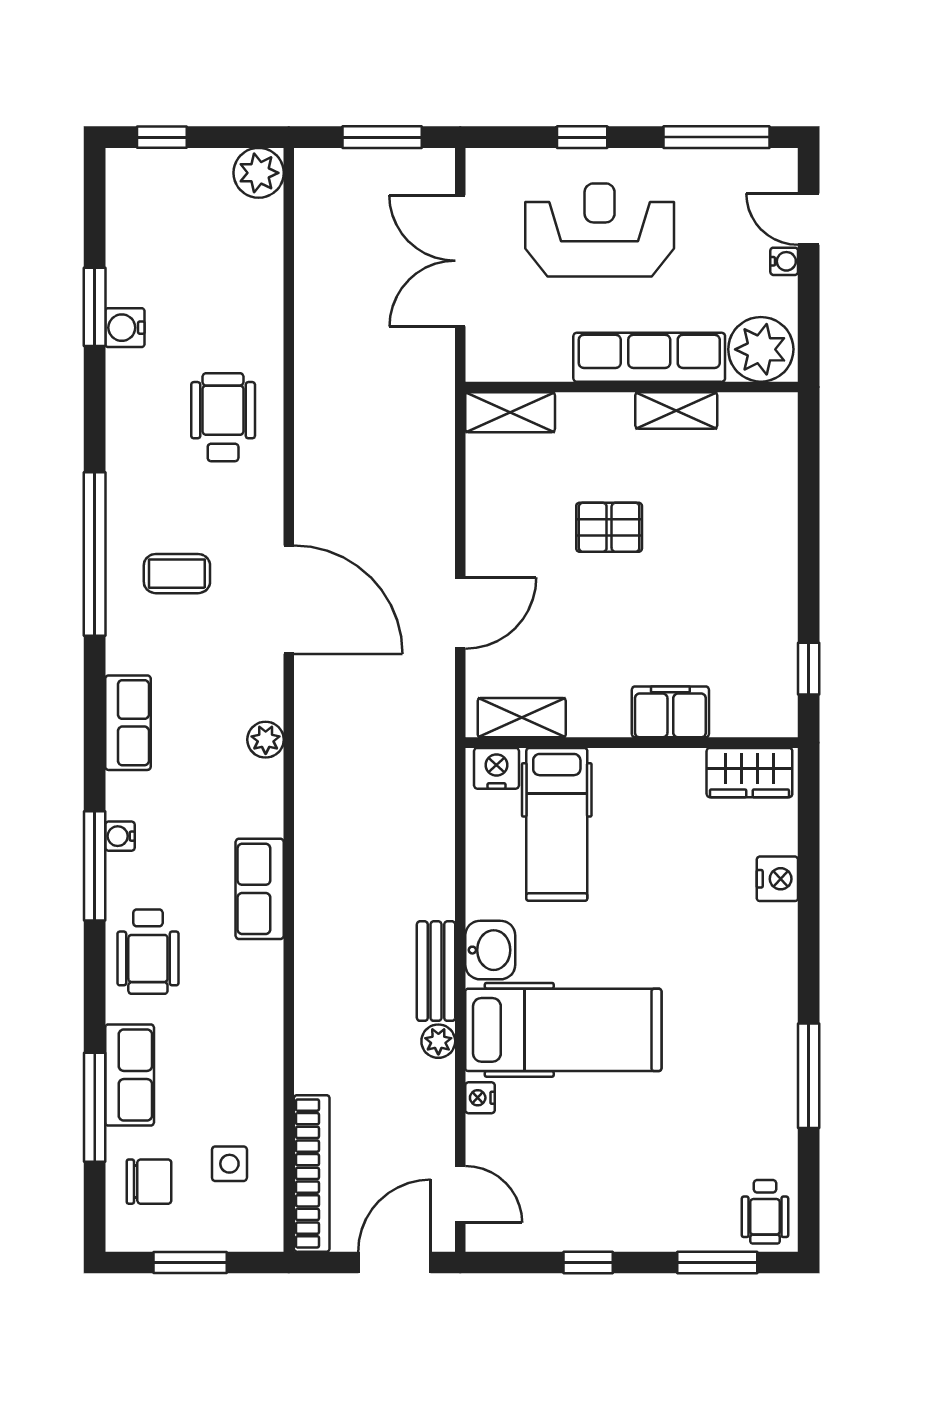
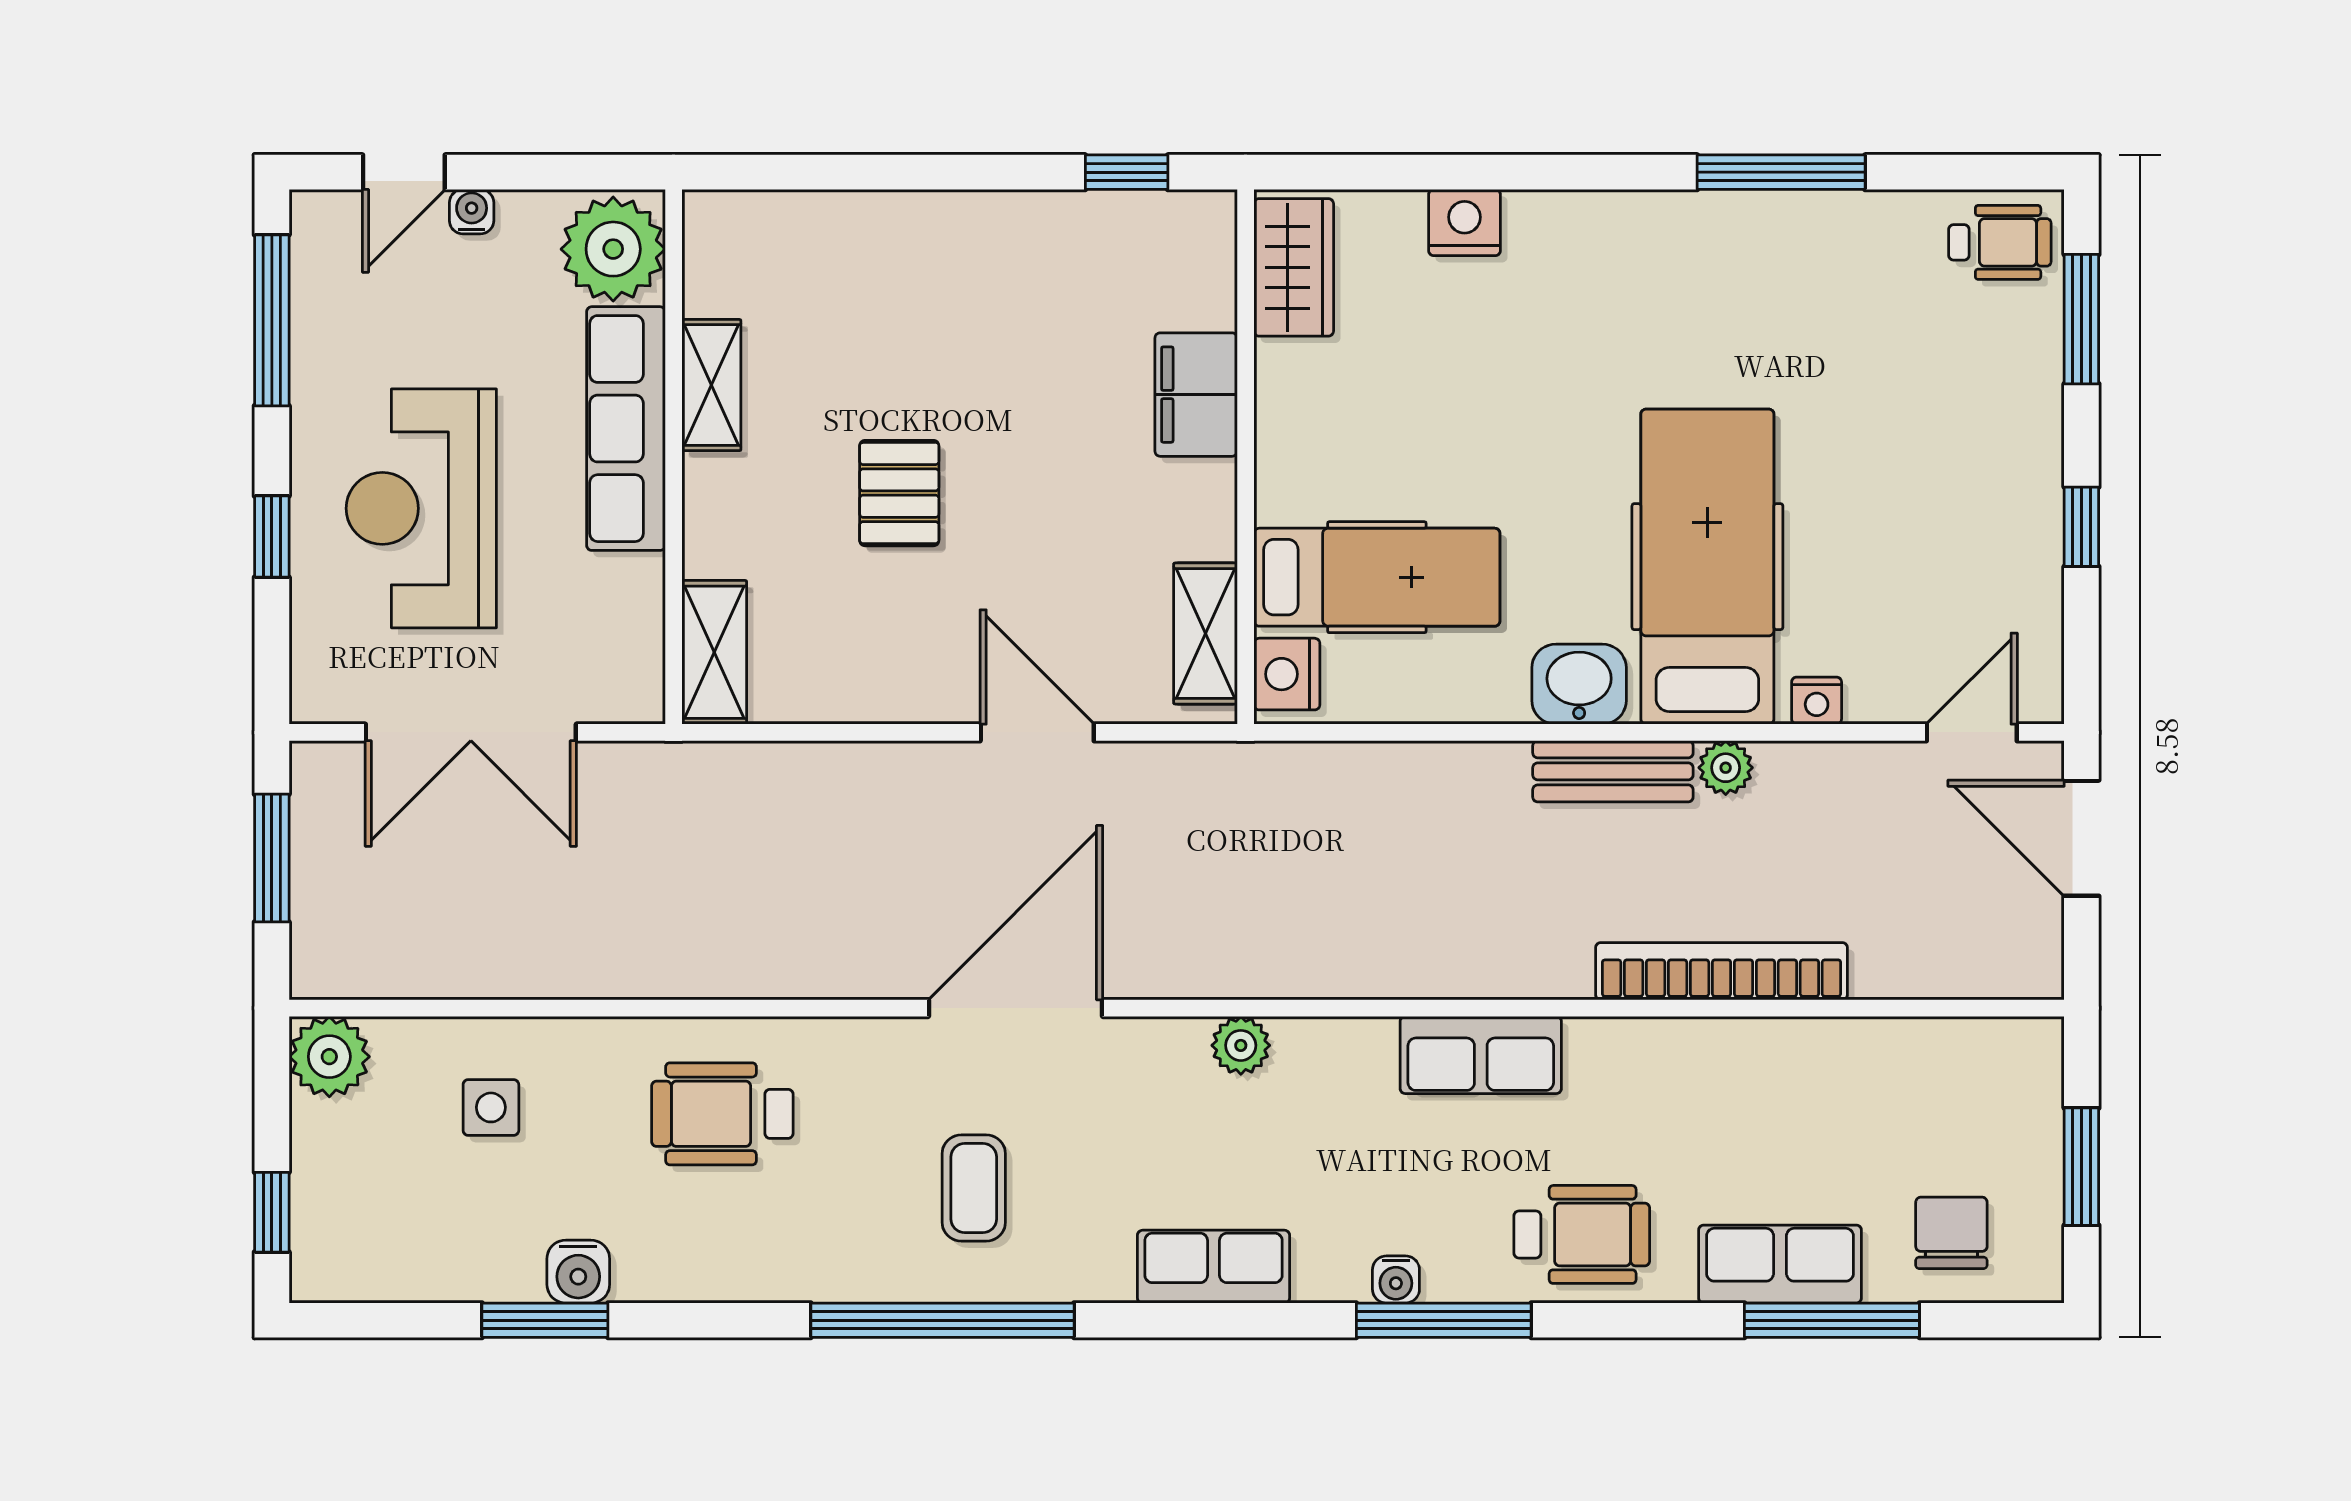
side table: (229, 1164) -> (491, 1107), moved
bookcase: (312, 1173) -> (1722, 971), moved

